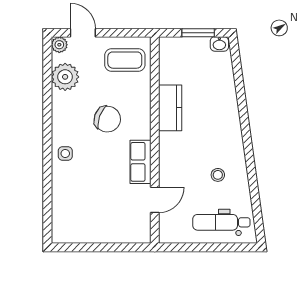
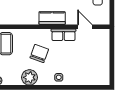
plant: (65, 77) -> (29, 77), moved
kitchen counter: (170, 108) -> (52, 18), moved

